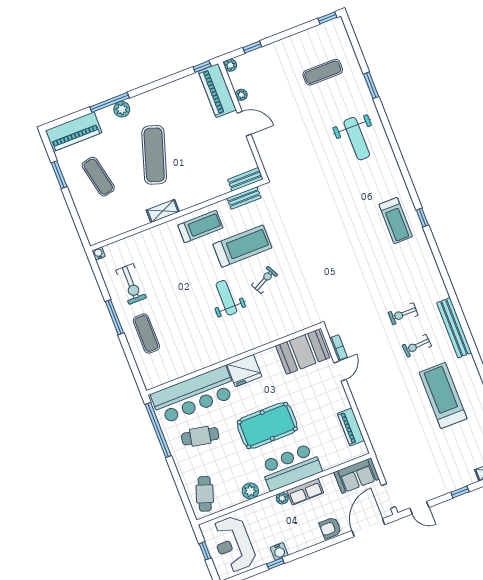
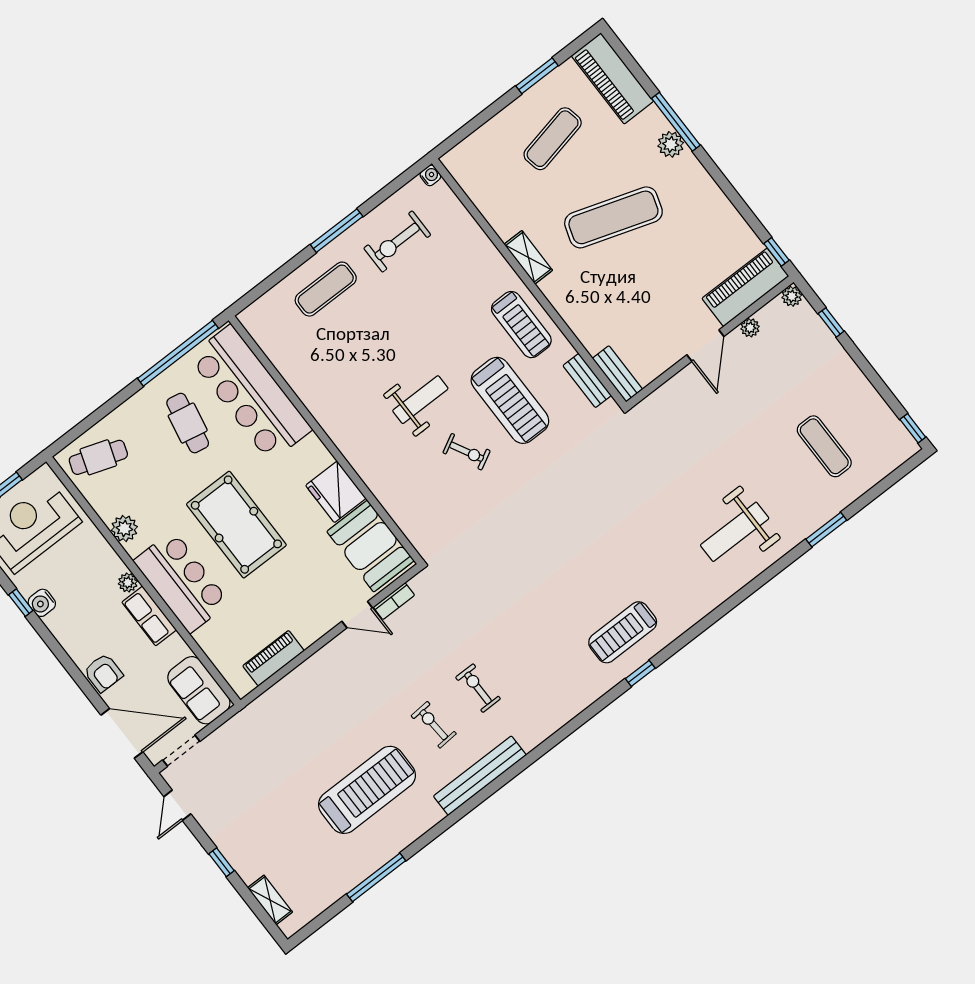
fridge: (244, 371) -> (336, 492), moved
armchair: (330, 528) -> (103, 673), turned 180

